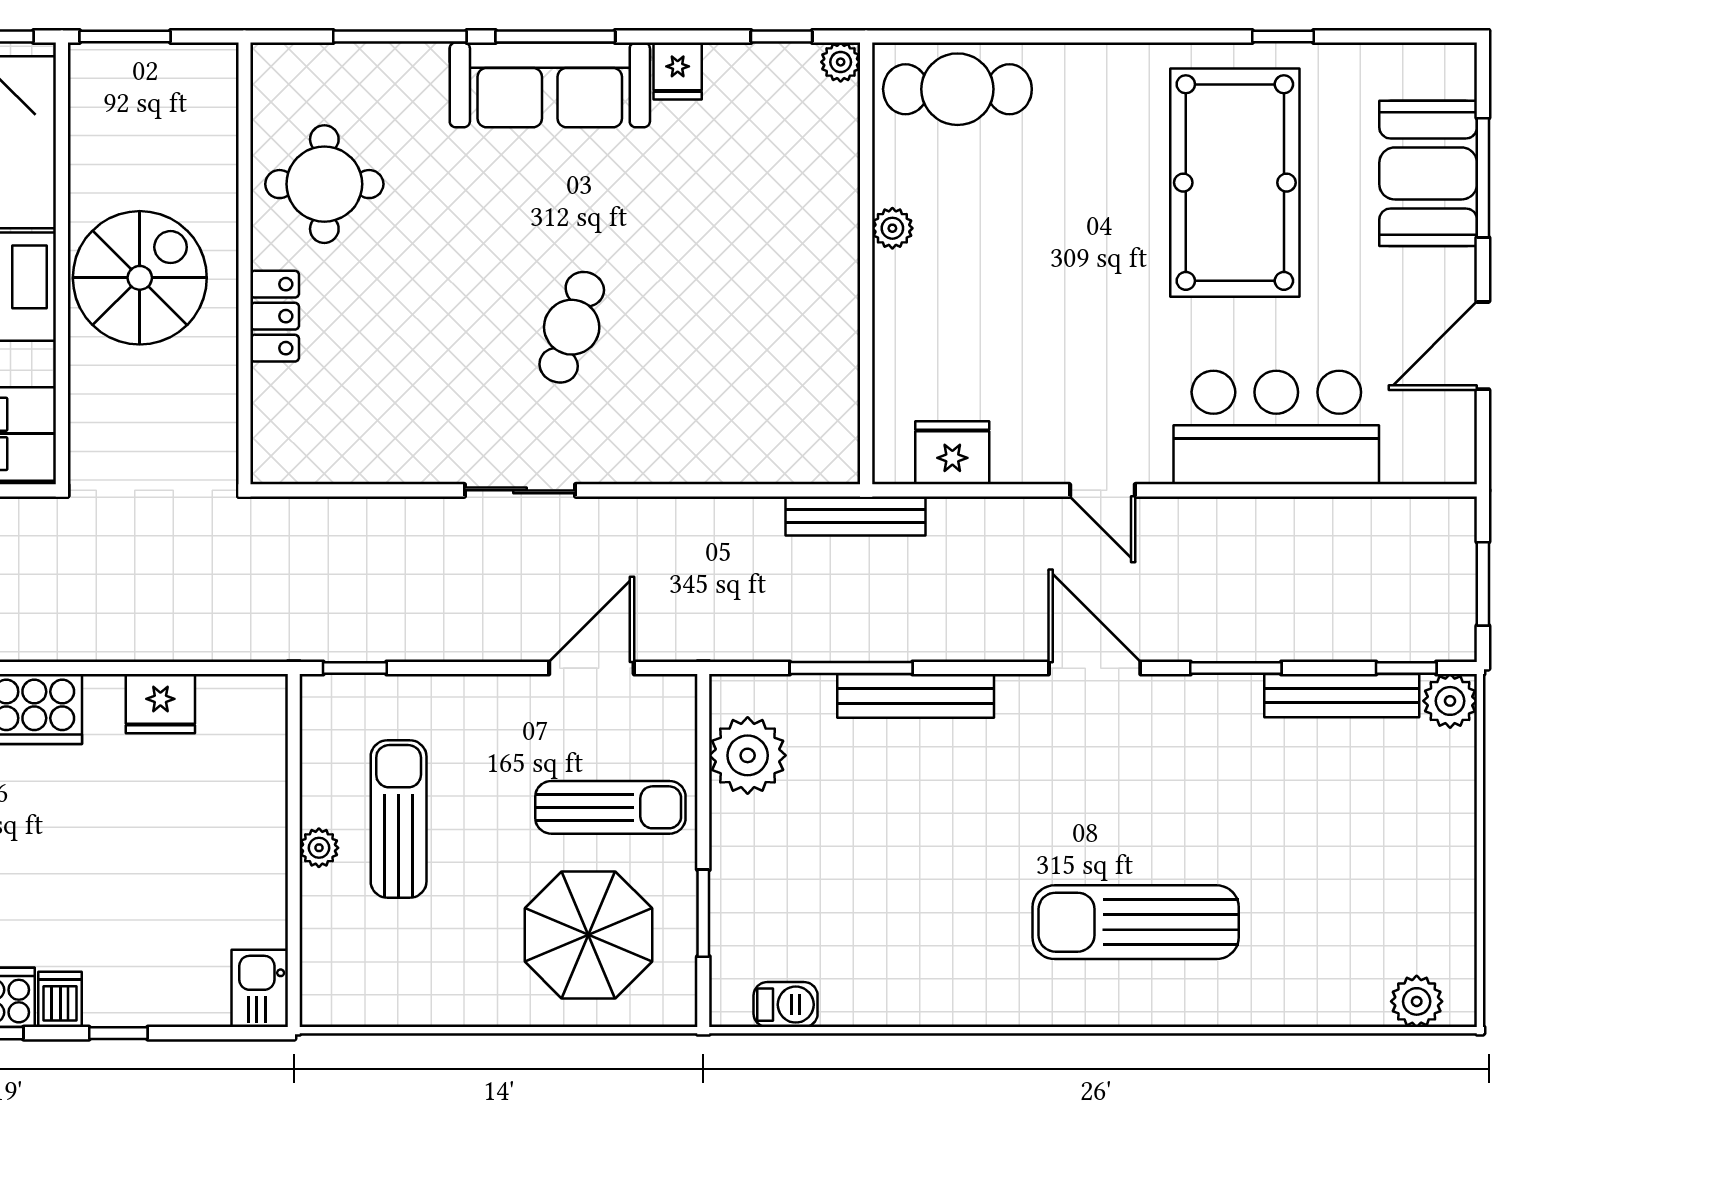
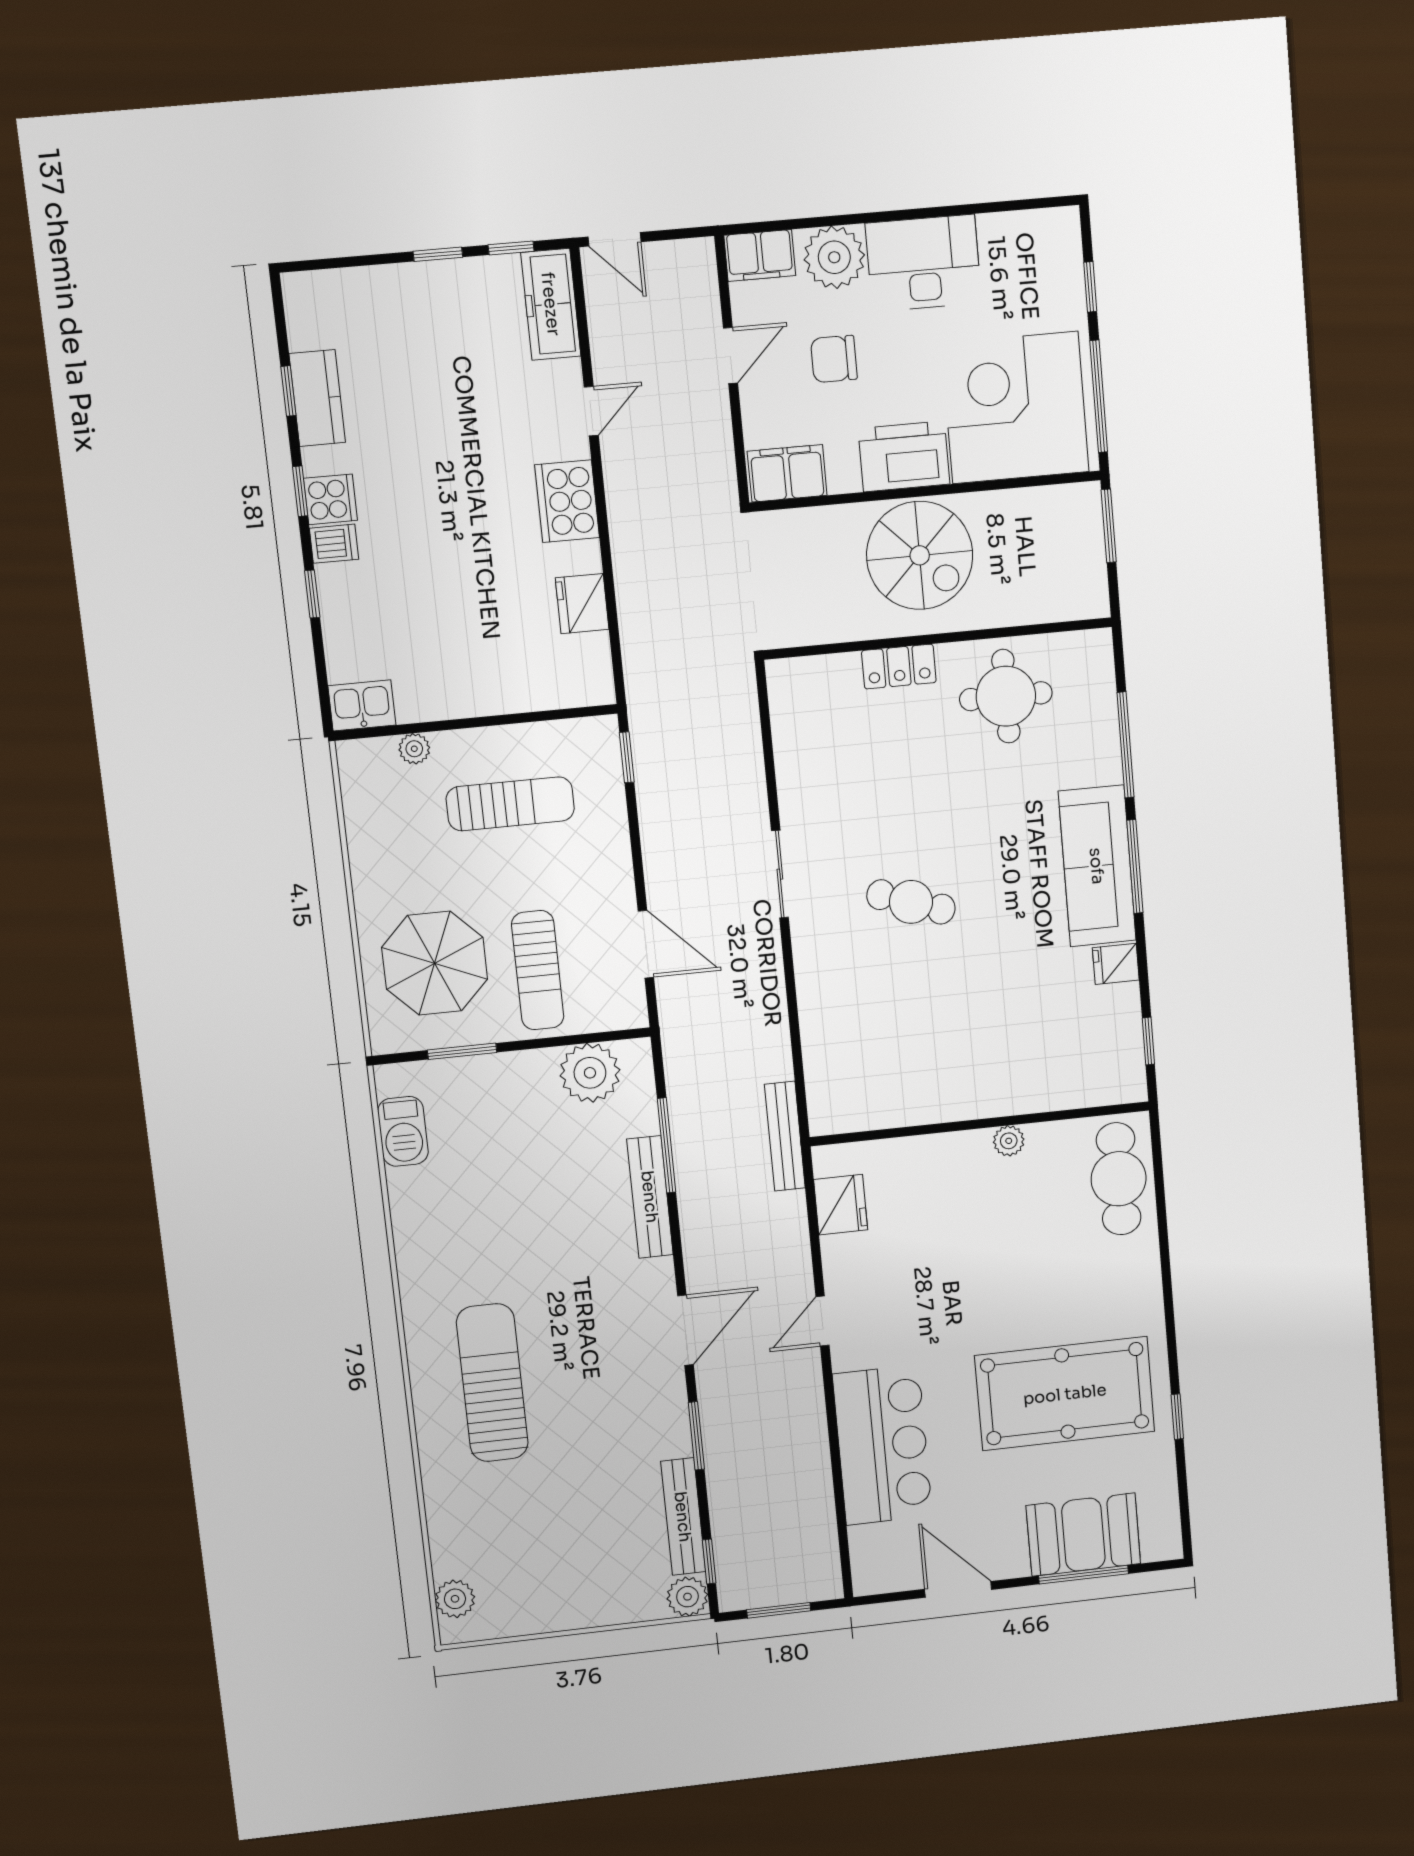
plant: (841, 62) -> (1132, 1088), removed
plant: (319, 848) -> (414, 749), moved
barbecue: (786, 1005) -> (403, 1131), width x1.38, depth x1.27

